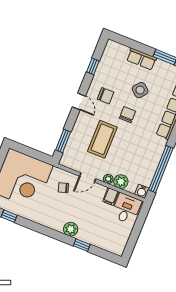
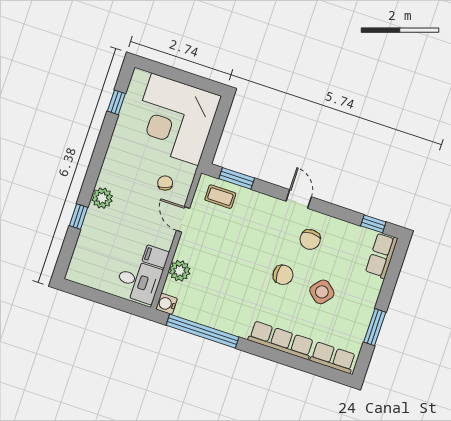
row of seats: (141, 59) -> (382, 255), moved
window: (93, 66) -> (373, 224), moved
door: (79, 102) -> (299, 199), swing flipped
coffee table: (102, 139) -> (220, 197), moved, width x0.54, depth x0.58
plant: (108, 179) -> (183, 251), removed

